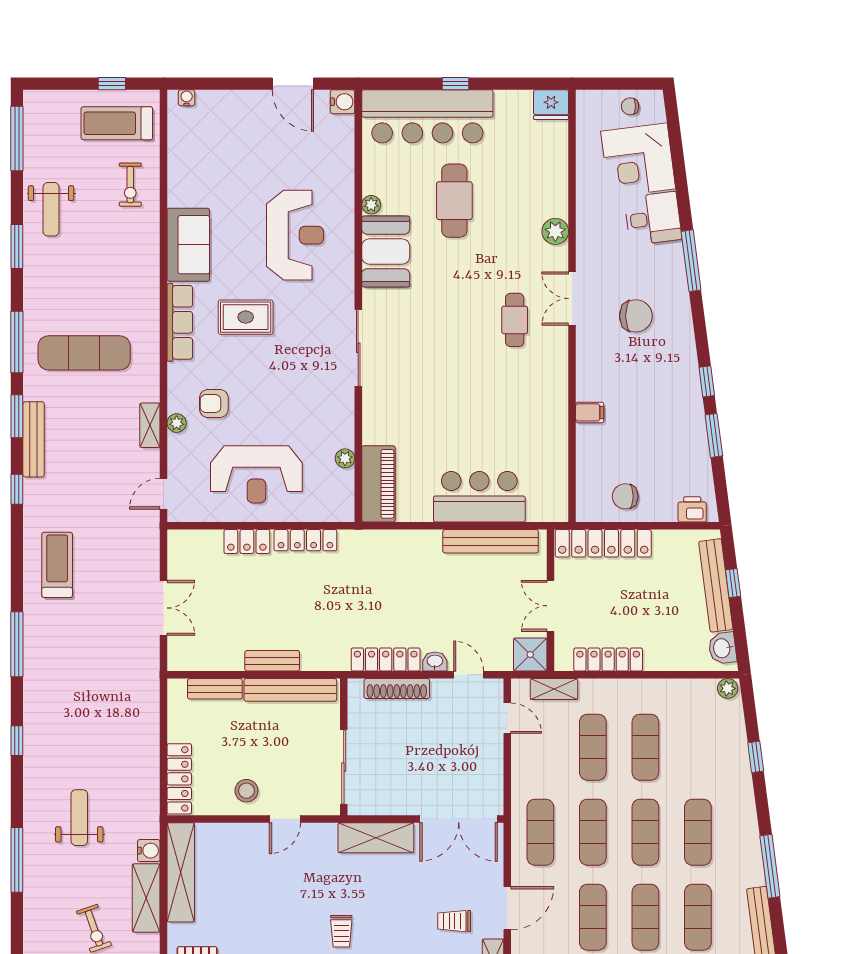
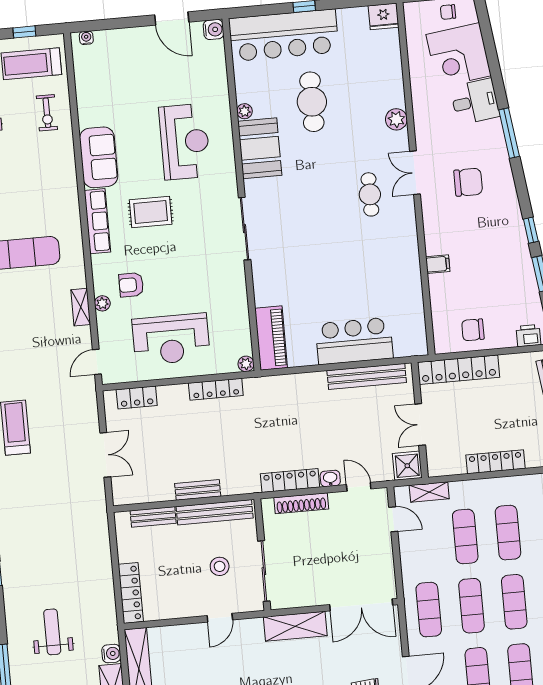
plant: (345, 458) -> (246, 364), moved
locker: (247, 542) -> (137, 398), moved
locker: (608, 660) -> (495, 462), moved
stool: (246, 791) -> (220, 566), moved

